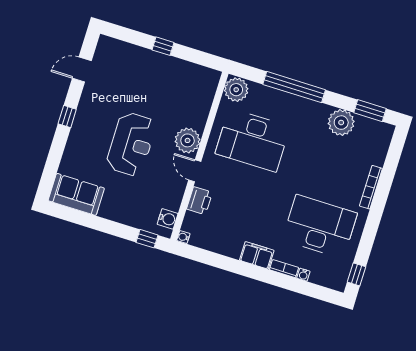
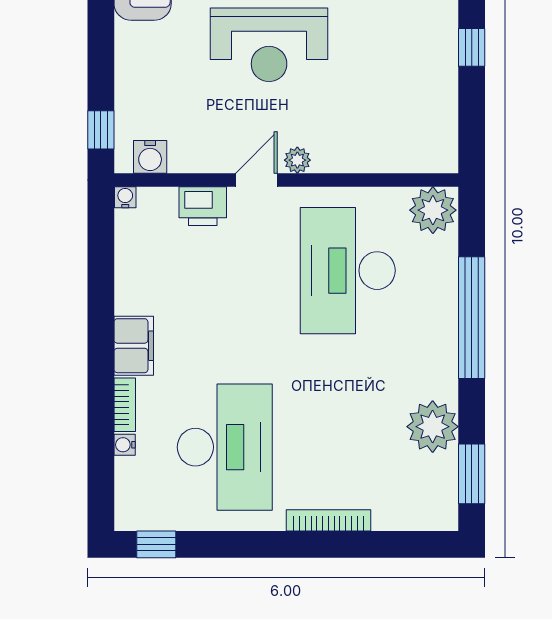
plant: (188, 140) -> (297, 160), width x0.53, depth x0.53

